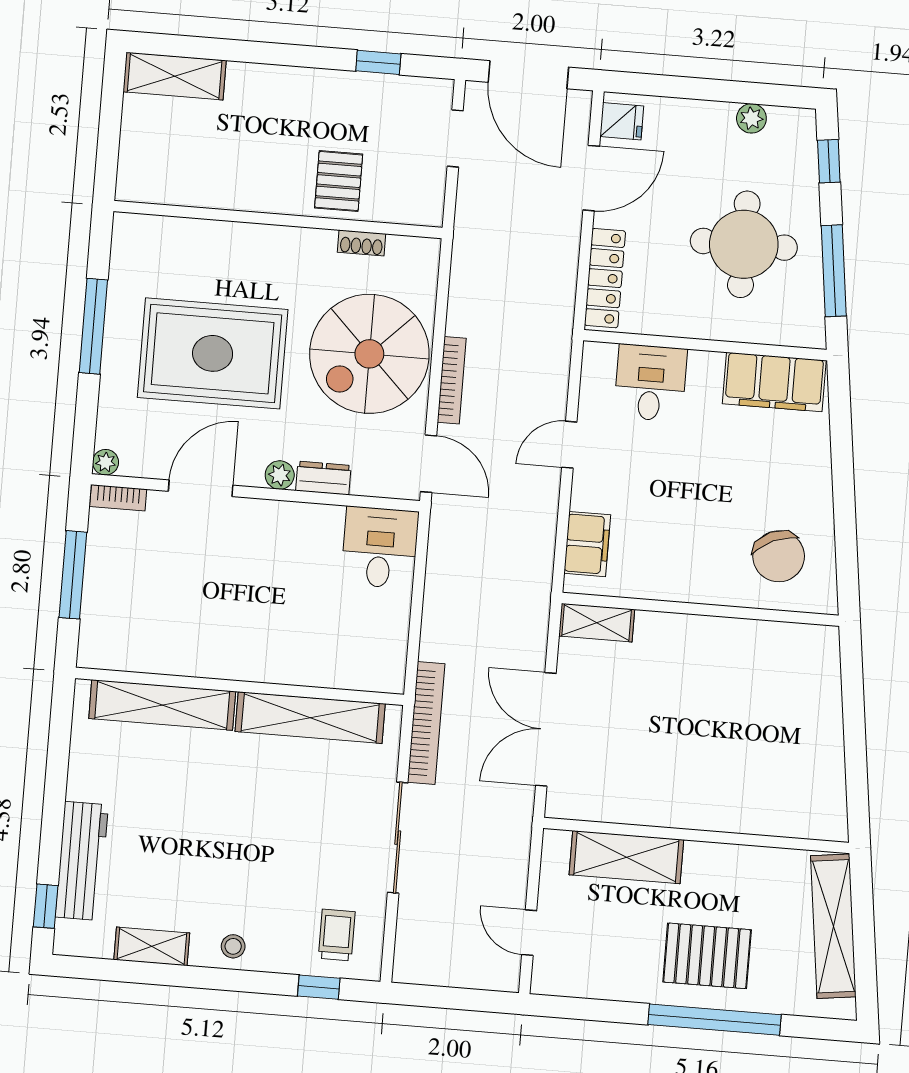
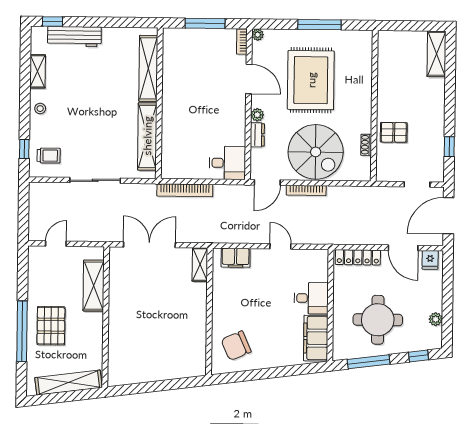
spiral stairs: (369, 354) -> (316, 152), turned 180
desk: (650, 383) -> (311, 298), moved
bookcase: (426, 723) -> (185, 190), moved

